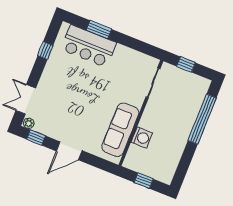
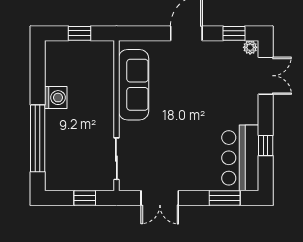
window: (99, 30) -> (225, 198), moved
double door: (134, 44) -> (160, 198), added
bar counter: (89, 46) -> (240, 158), moved, turned -90
washing machine: (142, 138) -> (56, 98), moved, turned 180

